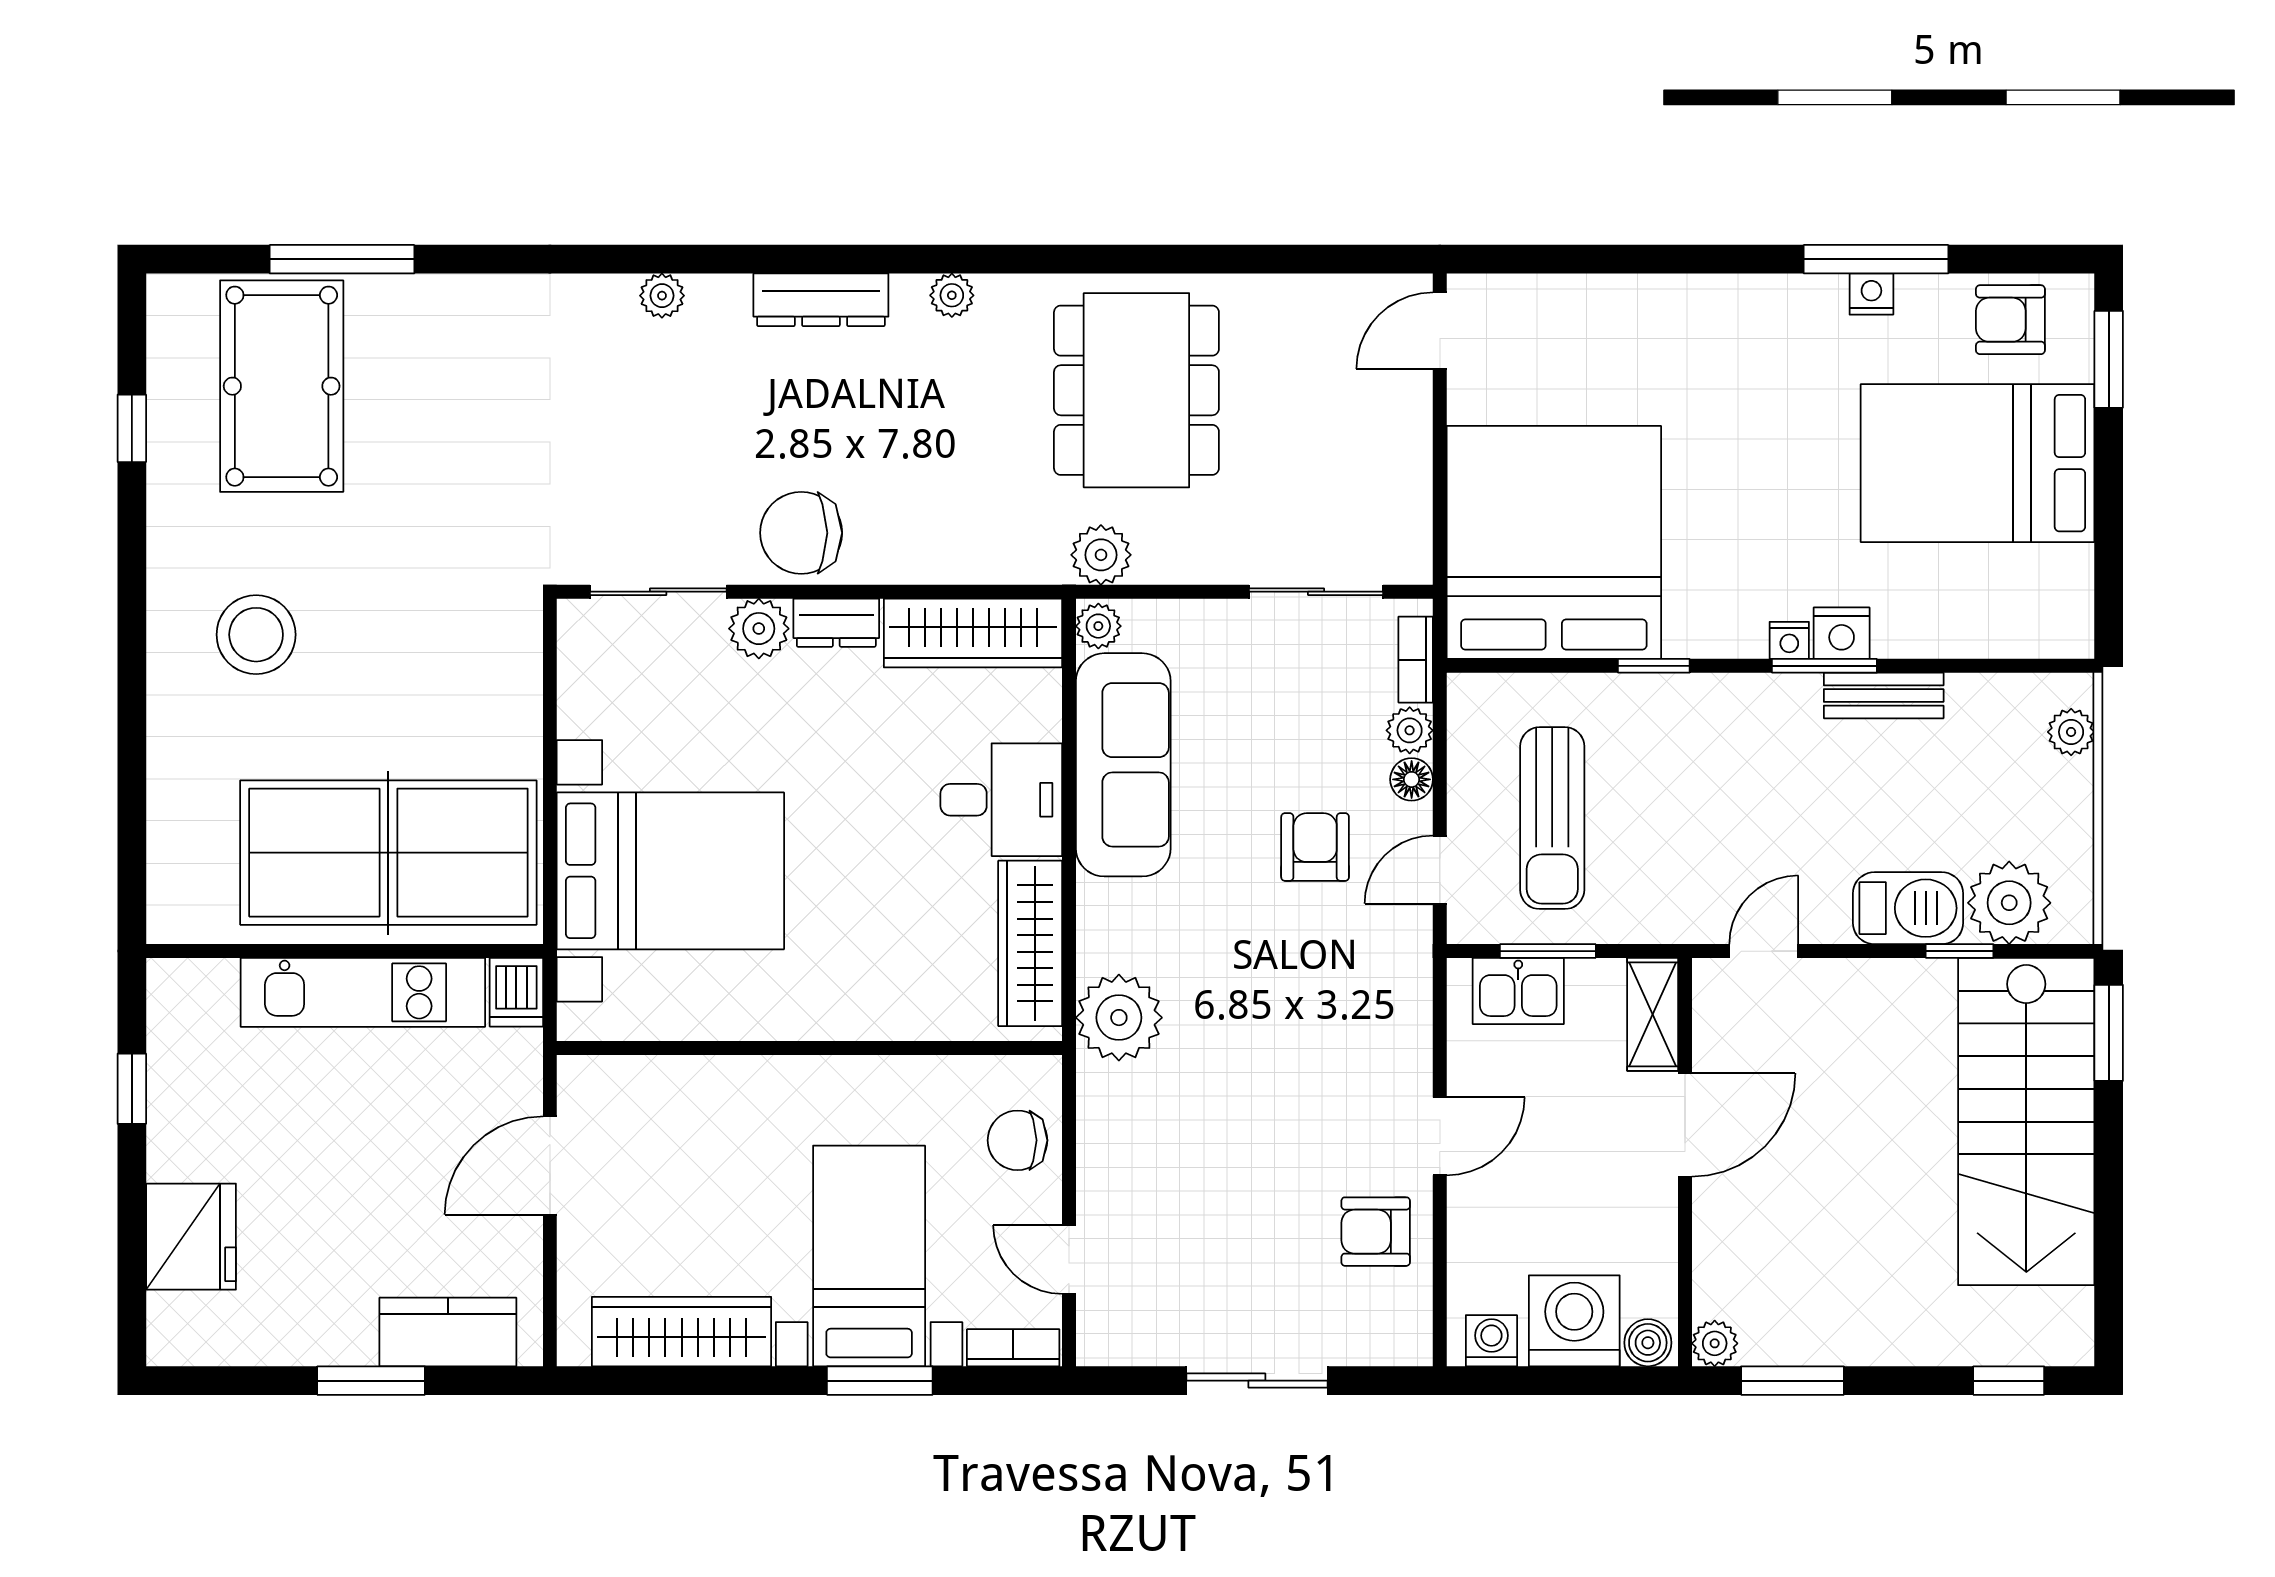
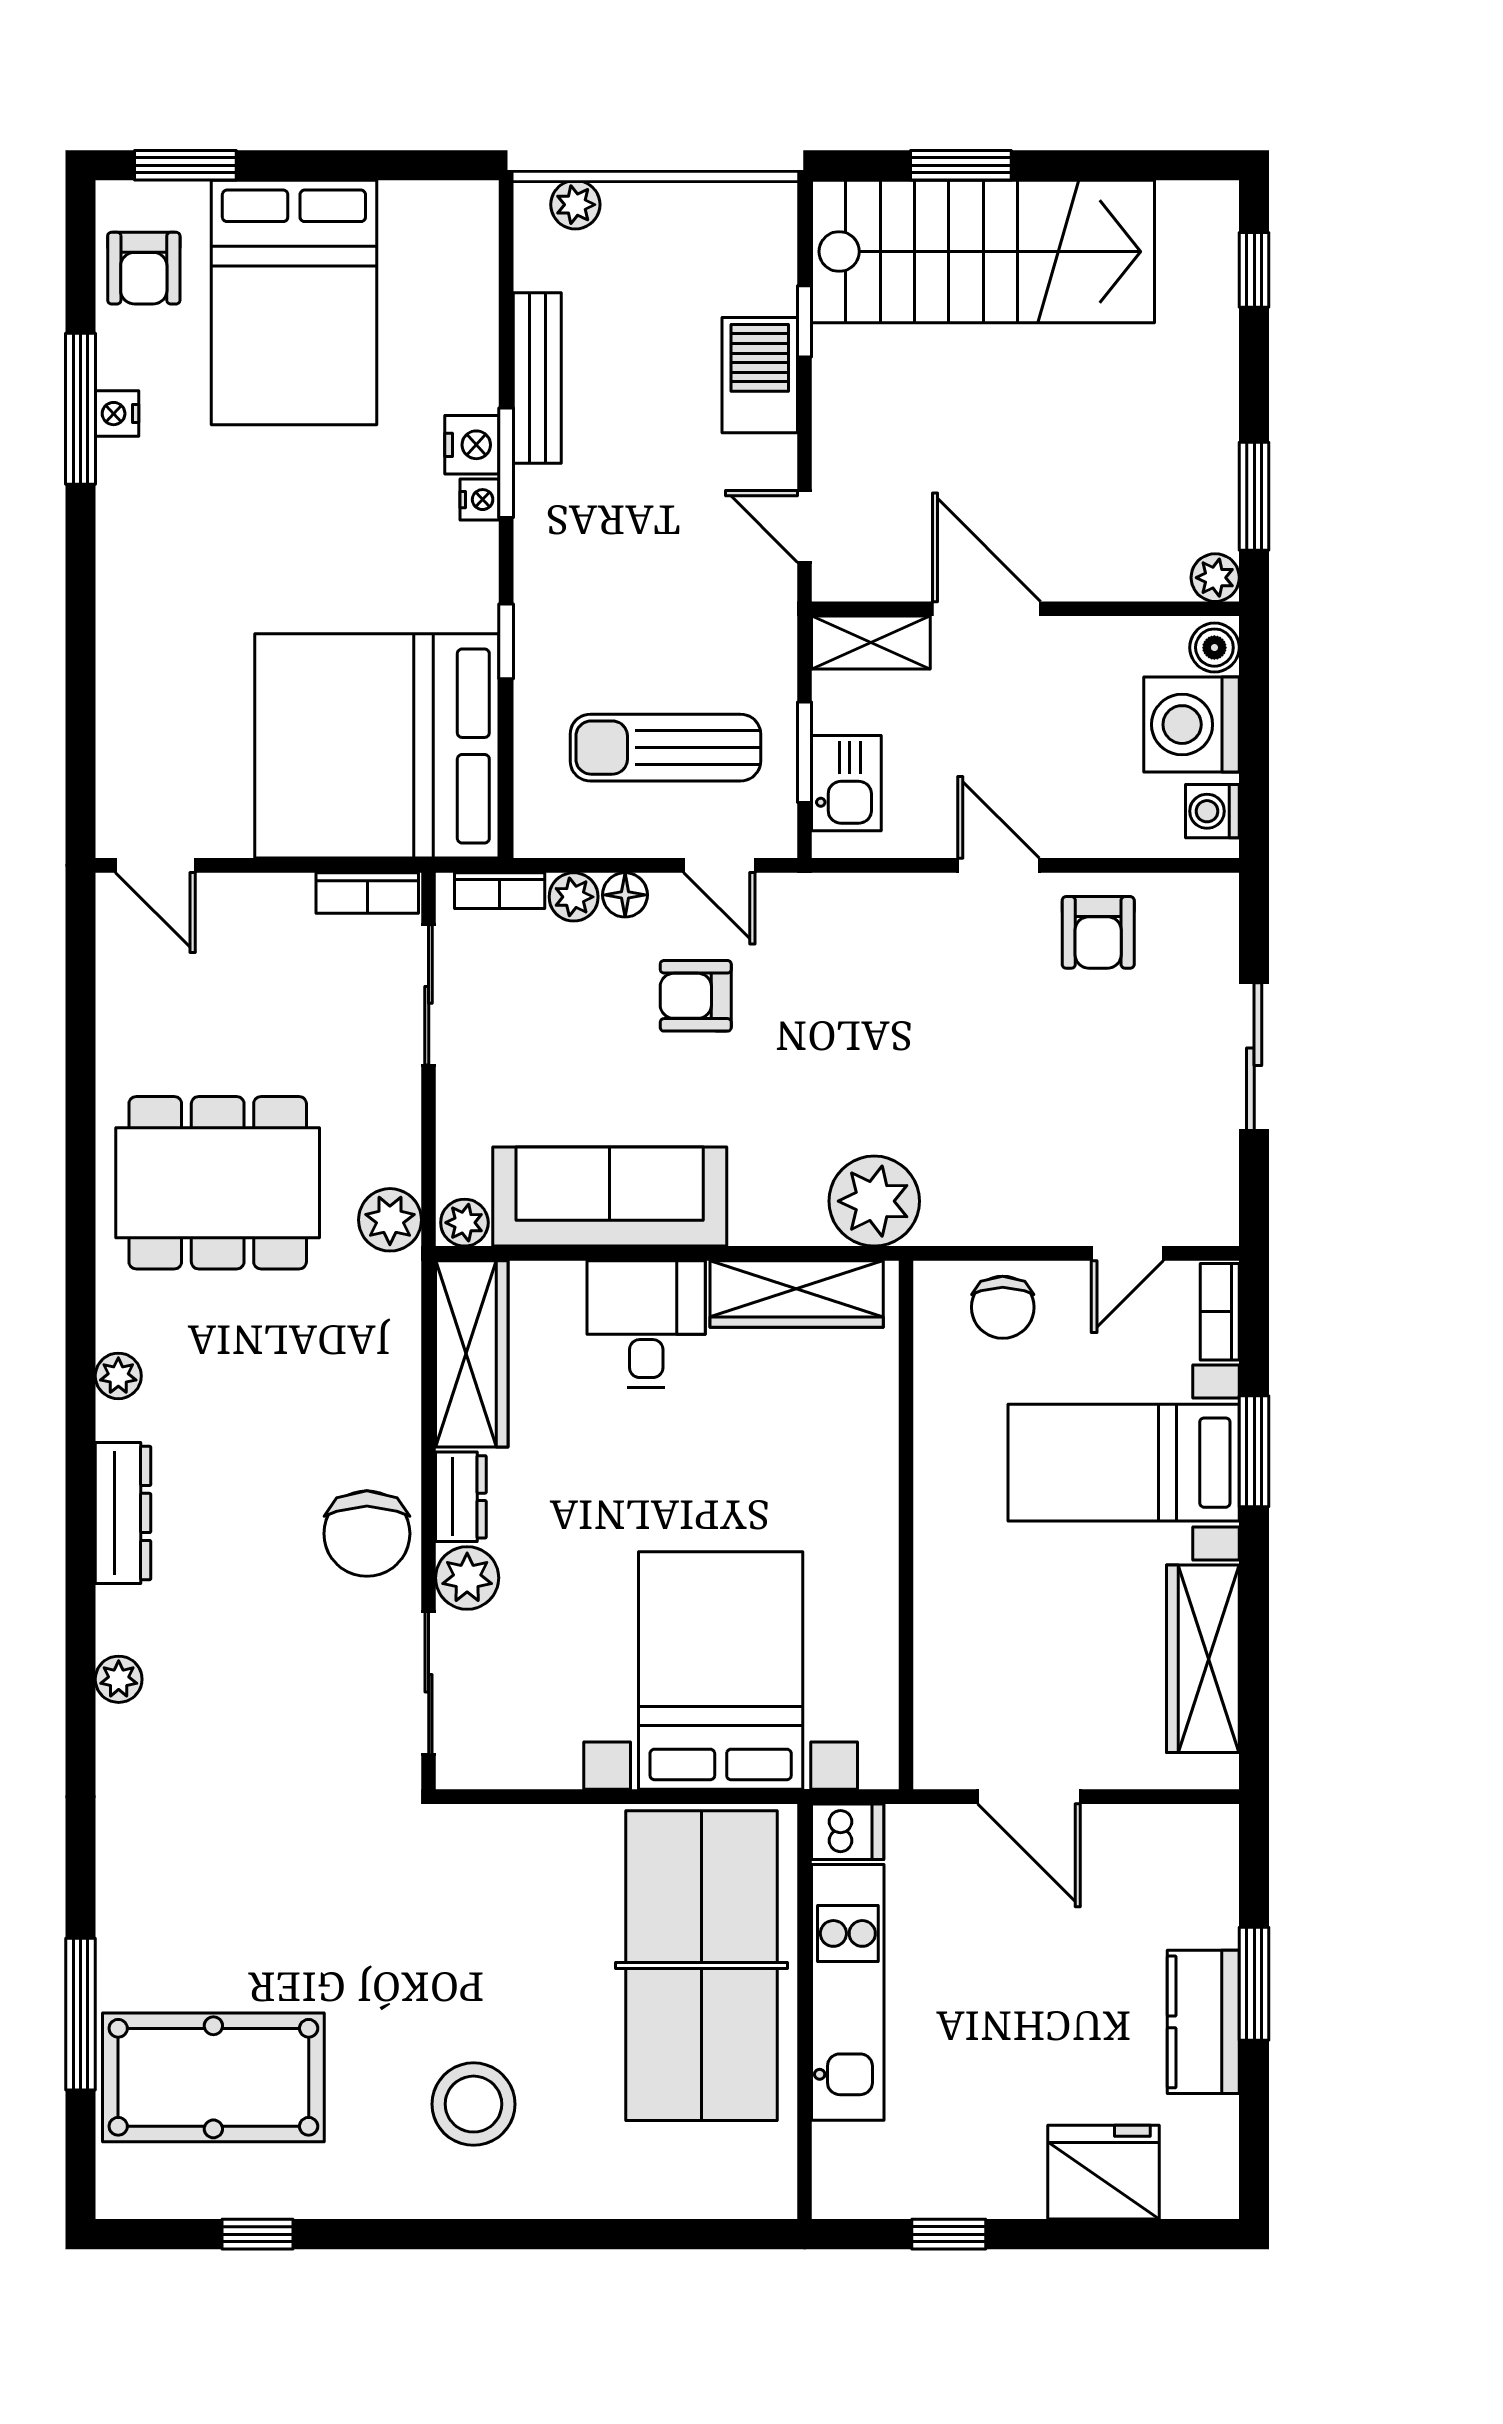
bookcase: (1413, 533) -> (367, 893), added
bench: (1884, 696) -> (537, 378), width x1.36
sun lounger: (1552, 818) -> (665, 748), turned 180
plant: (2009, 903) -> (754, 269), removed
window: (2109, 1033) -> (961, 165), moved
kitchen counter: (448, 1332) -> (1203, 2022), moved

